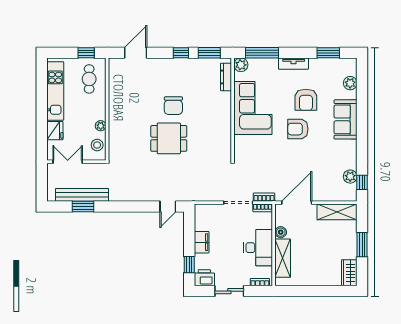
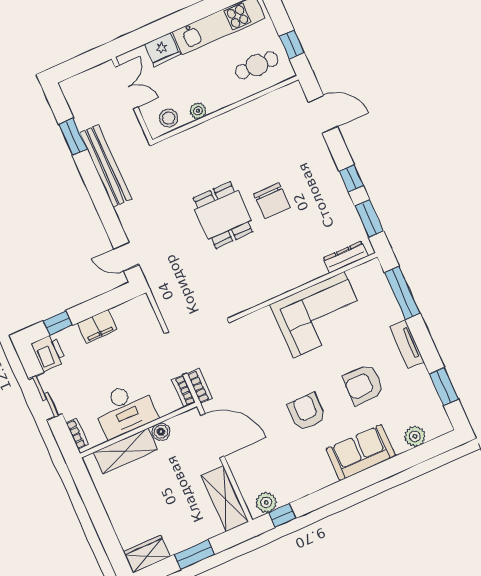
plant: (241, 65) -> (372, 271), removed
chair: (173, 106) -> (272, 201), turned -90
armchair: (298, 129) -> (307, 412), moved
plant: (350, 177) -> (266, 502), moved
bench: (82, 195) -> (106, 166), moved

